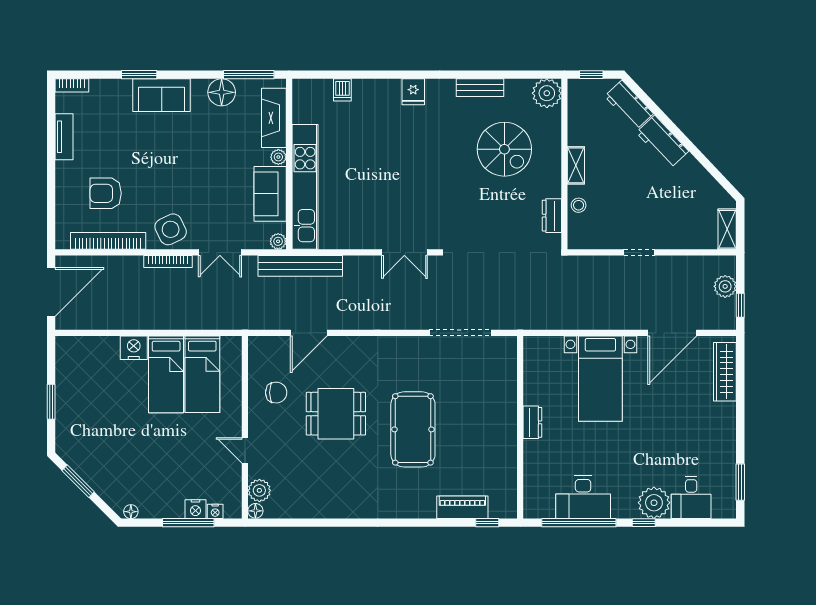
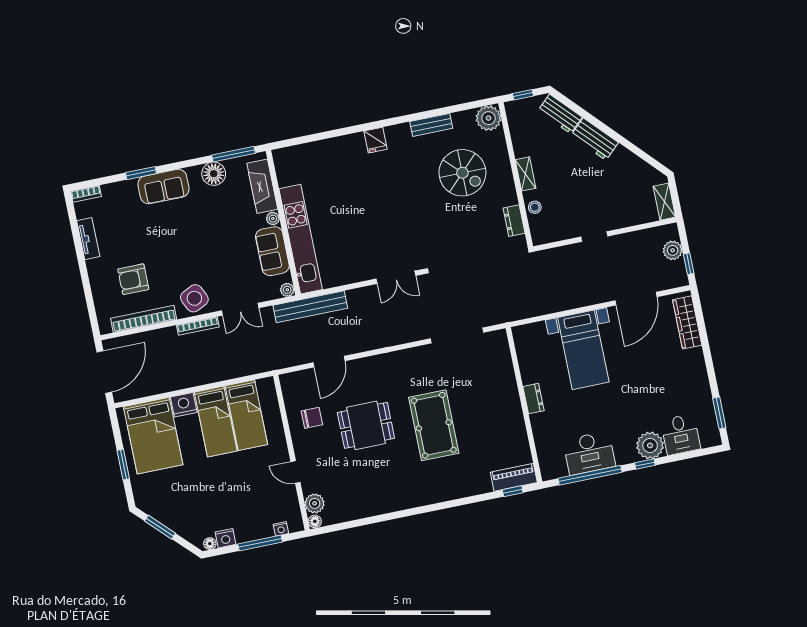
dishwasher: (342, 90) -> (315, 151), removed
bed: (92, 376) -> (153, 436), added
piano: (462, 507) -> (514, 477), moved
nightstand: (195, 509) -> (225, 538), moved

